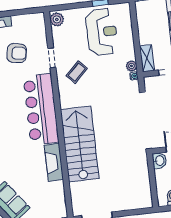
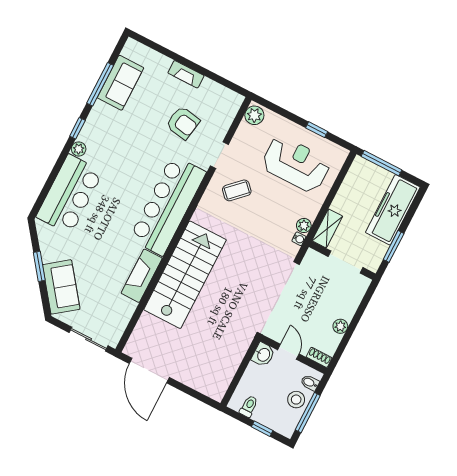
reception desk: (102, 32) -> (296, 164), turned -90

